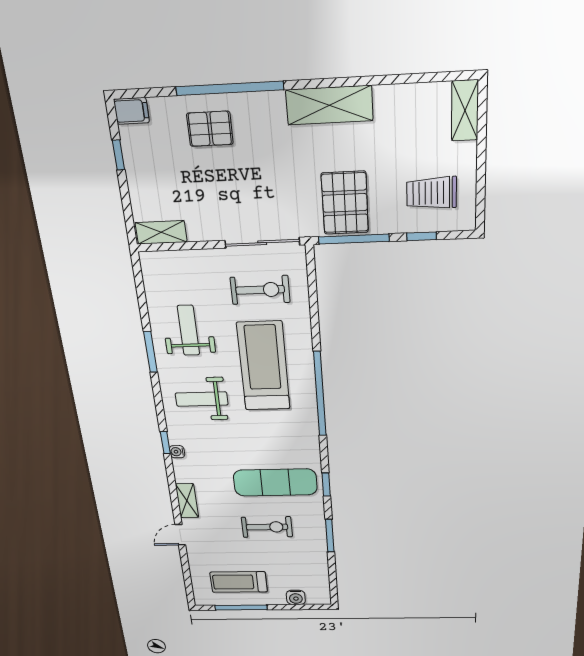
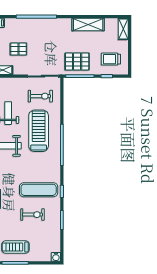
shelving: (329, 105) -> (88, 25), moved
pallet: (210, 129) -> (18, 49), moved
pallet: (345, 203) -> (77, 62), turned 90
water cooler: (296, 597) -> (56, 257), moved

